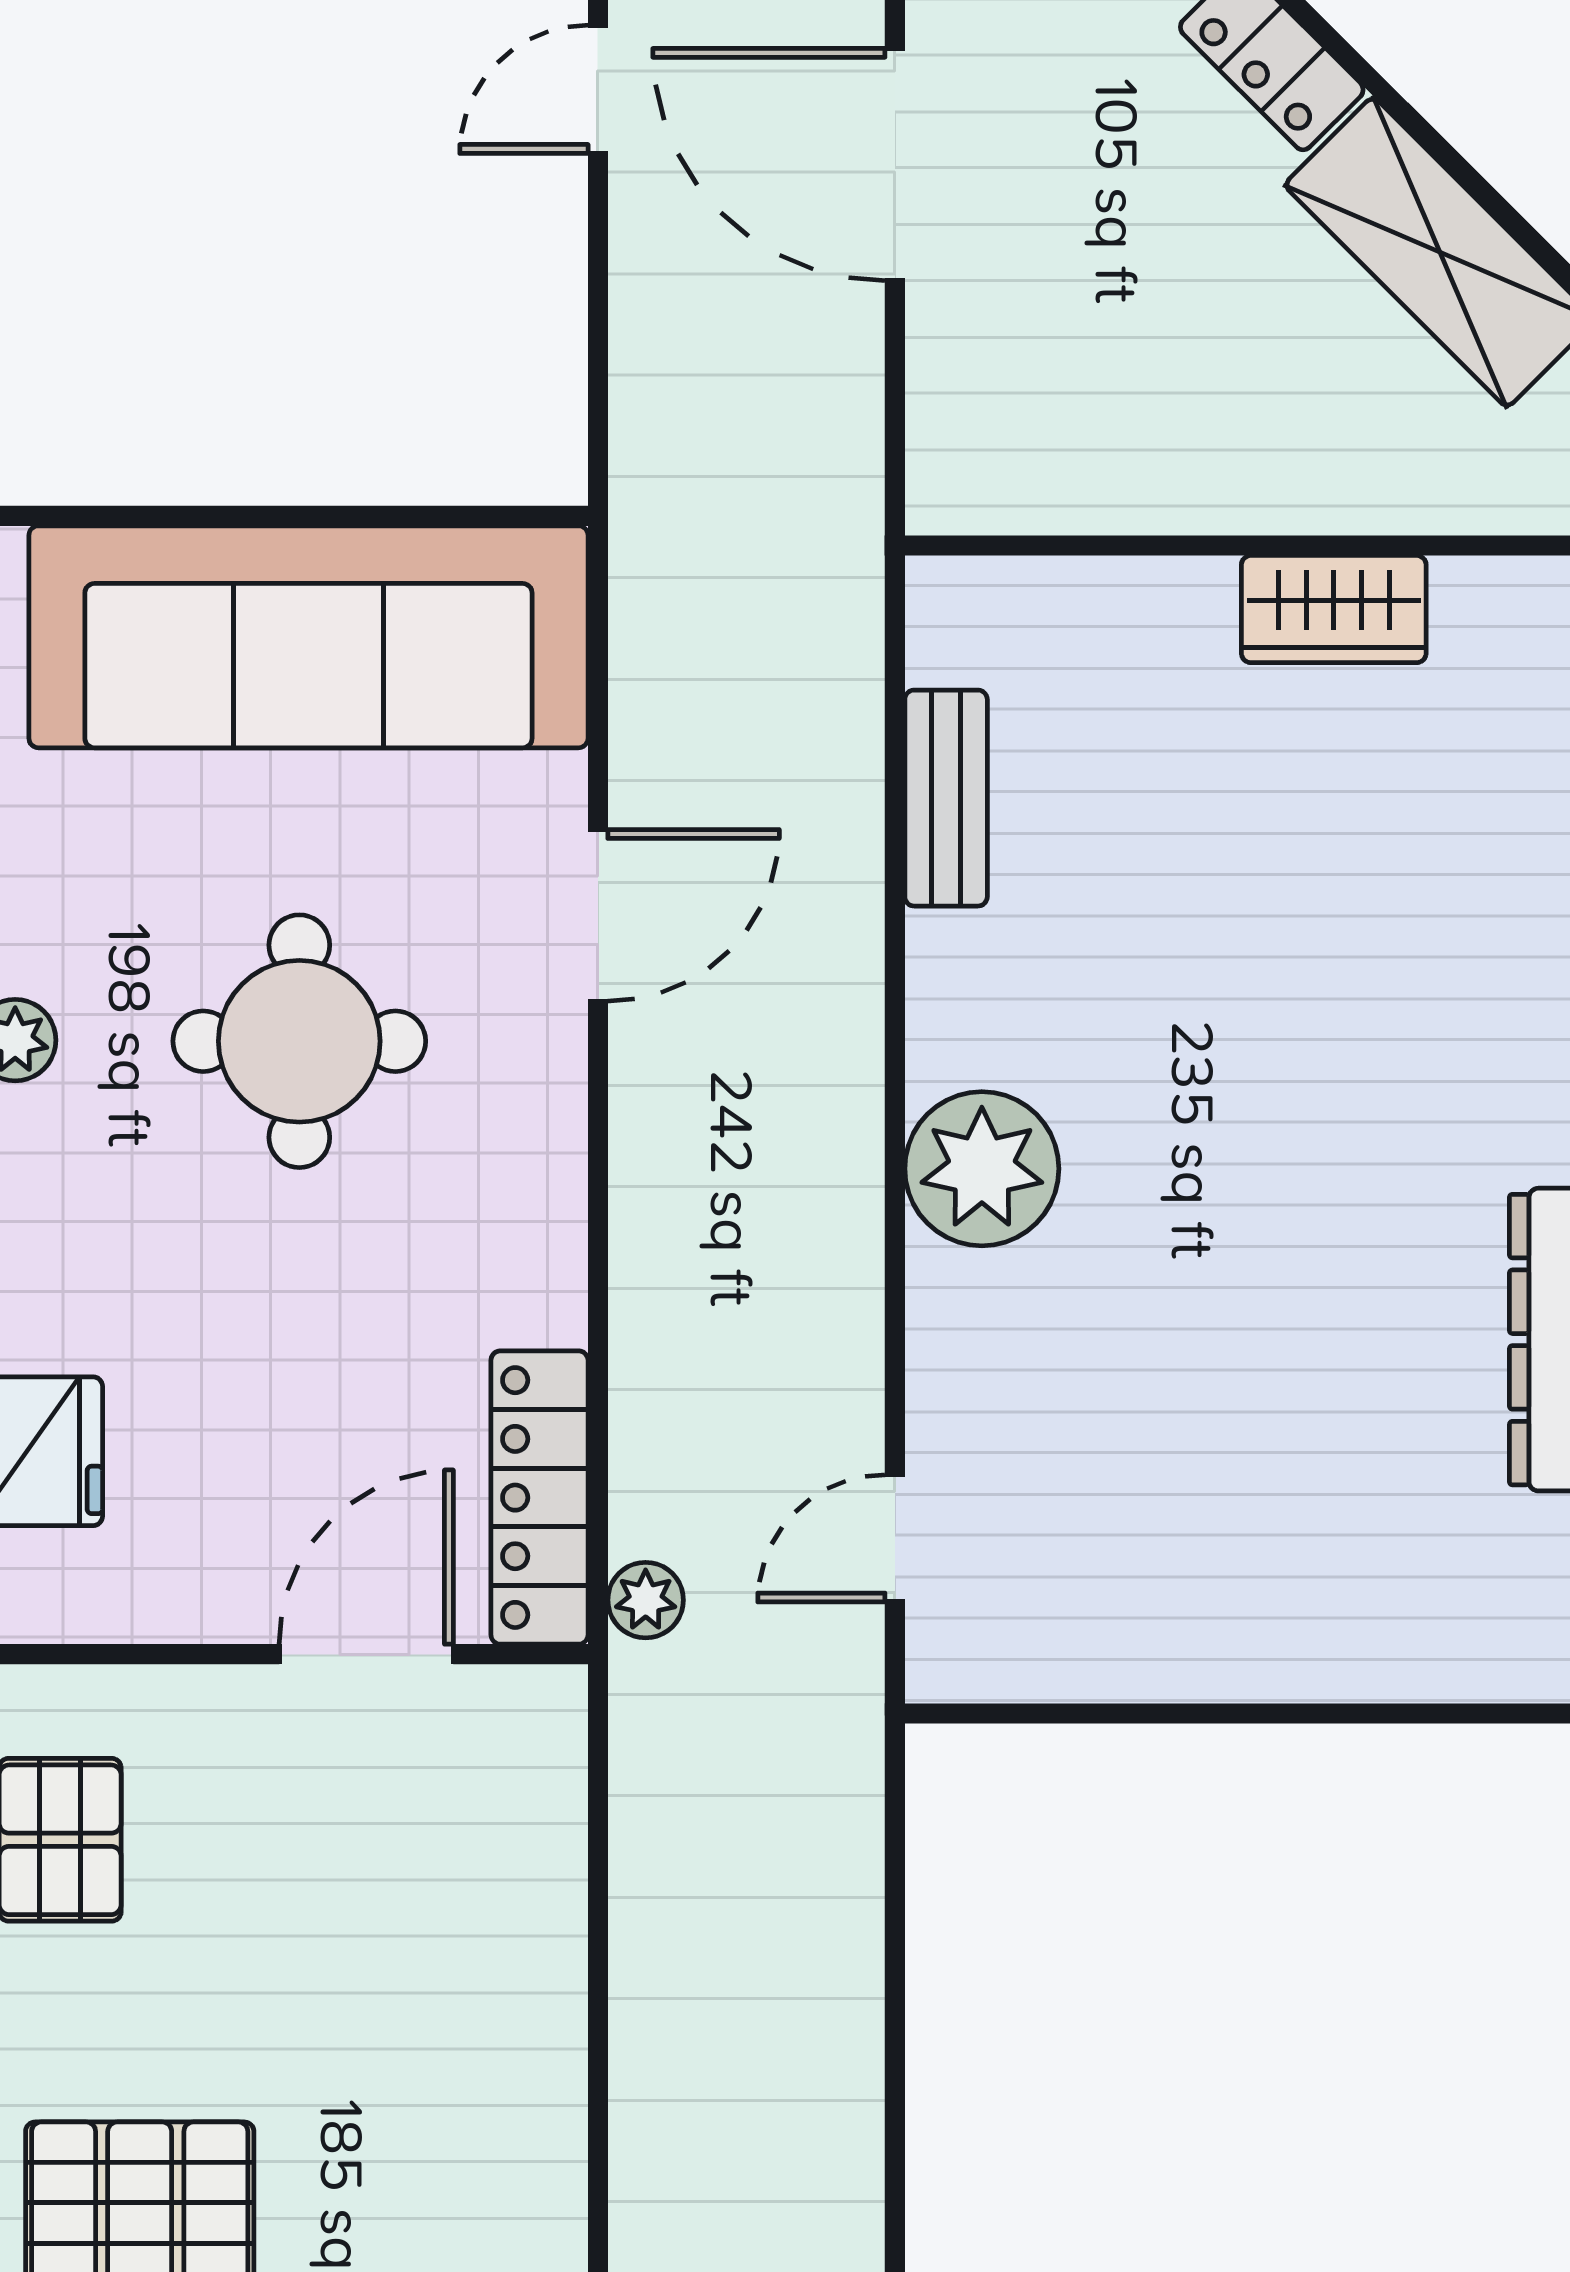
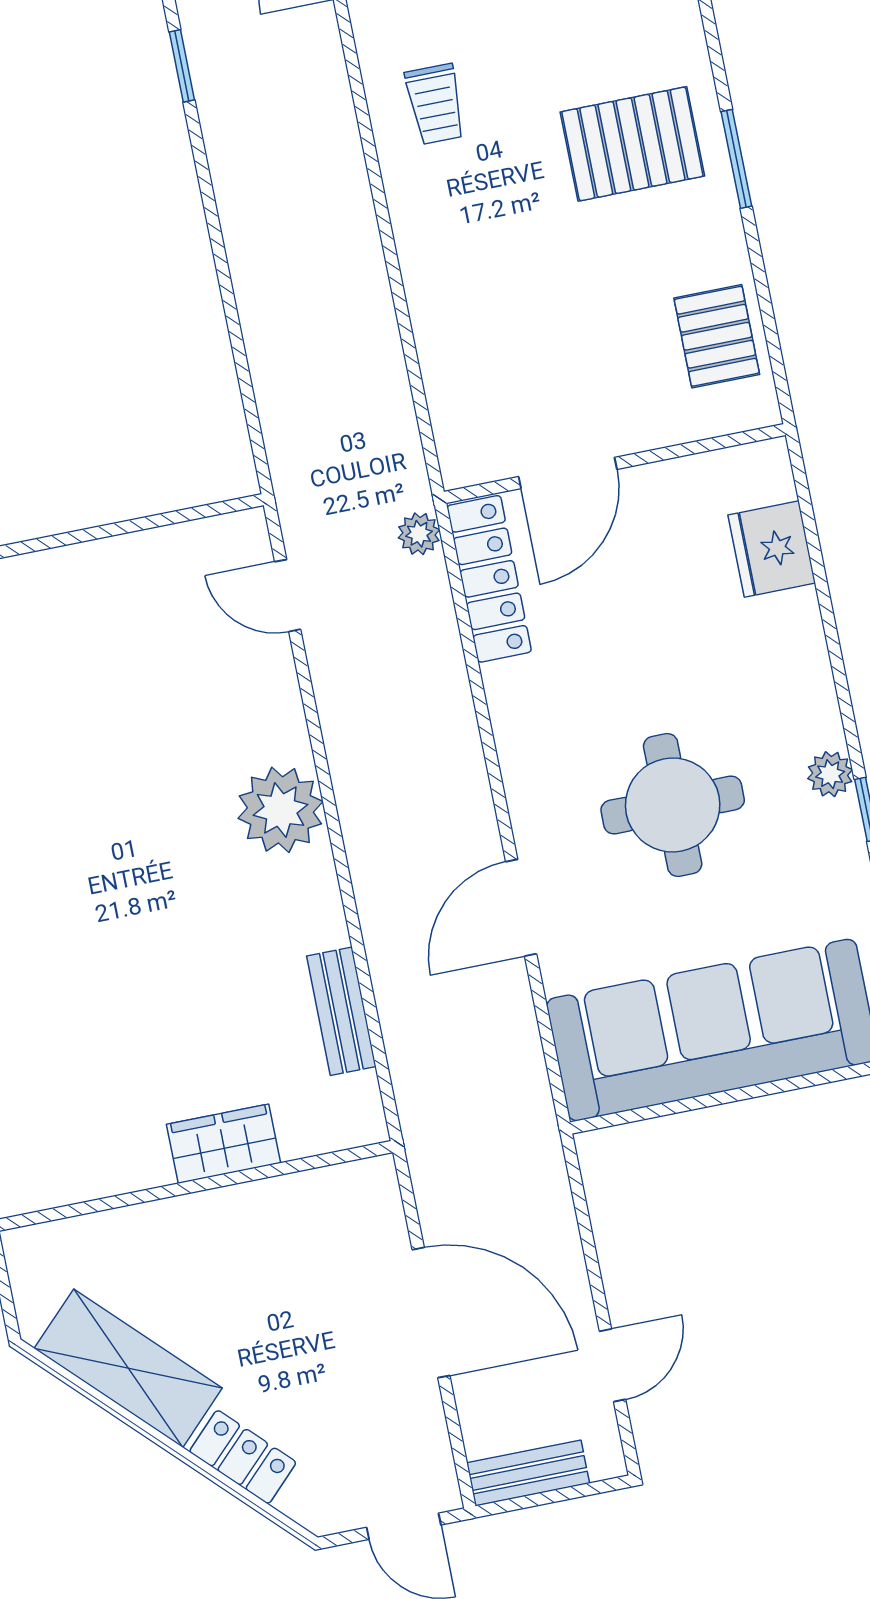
door: (895, 164) -> (431, 1313), moved
wardrobe: (1334, 609) -> (224, 1144), moved
door: (895, 1538) -> (288, 596), swing flipped

